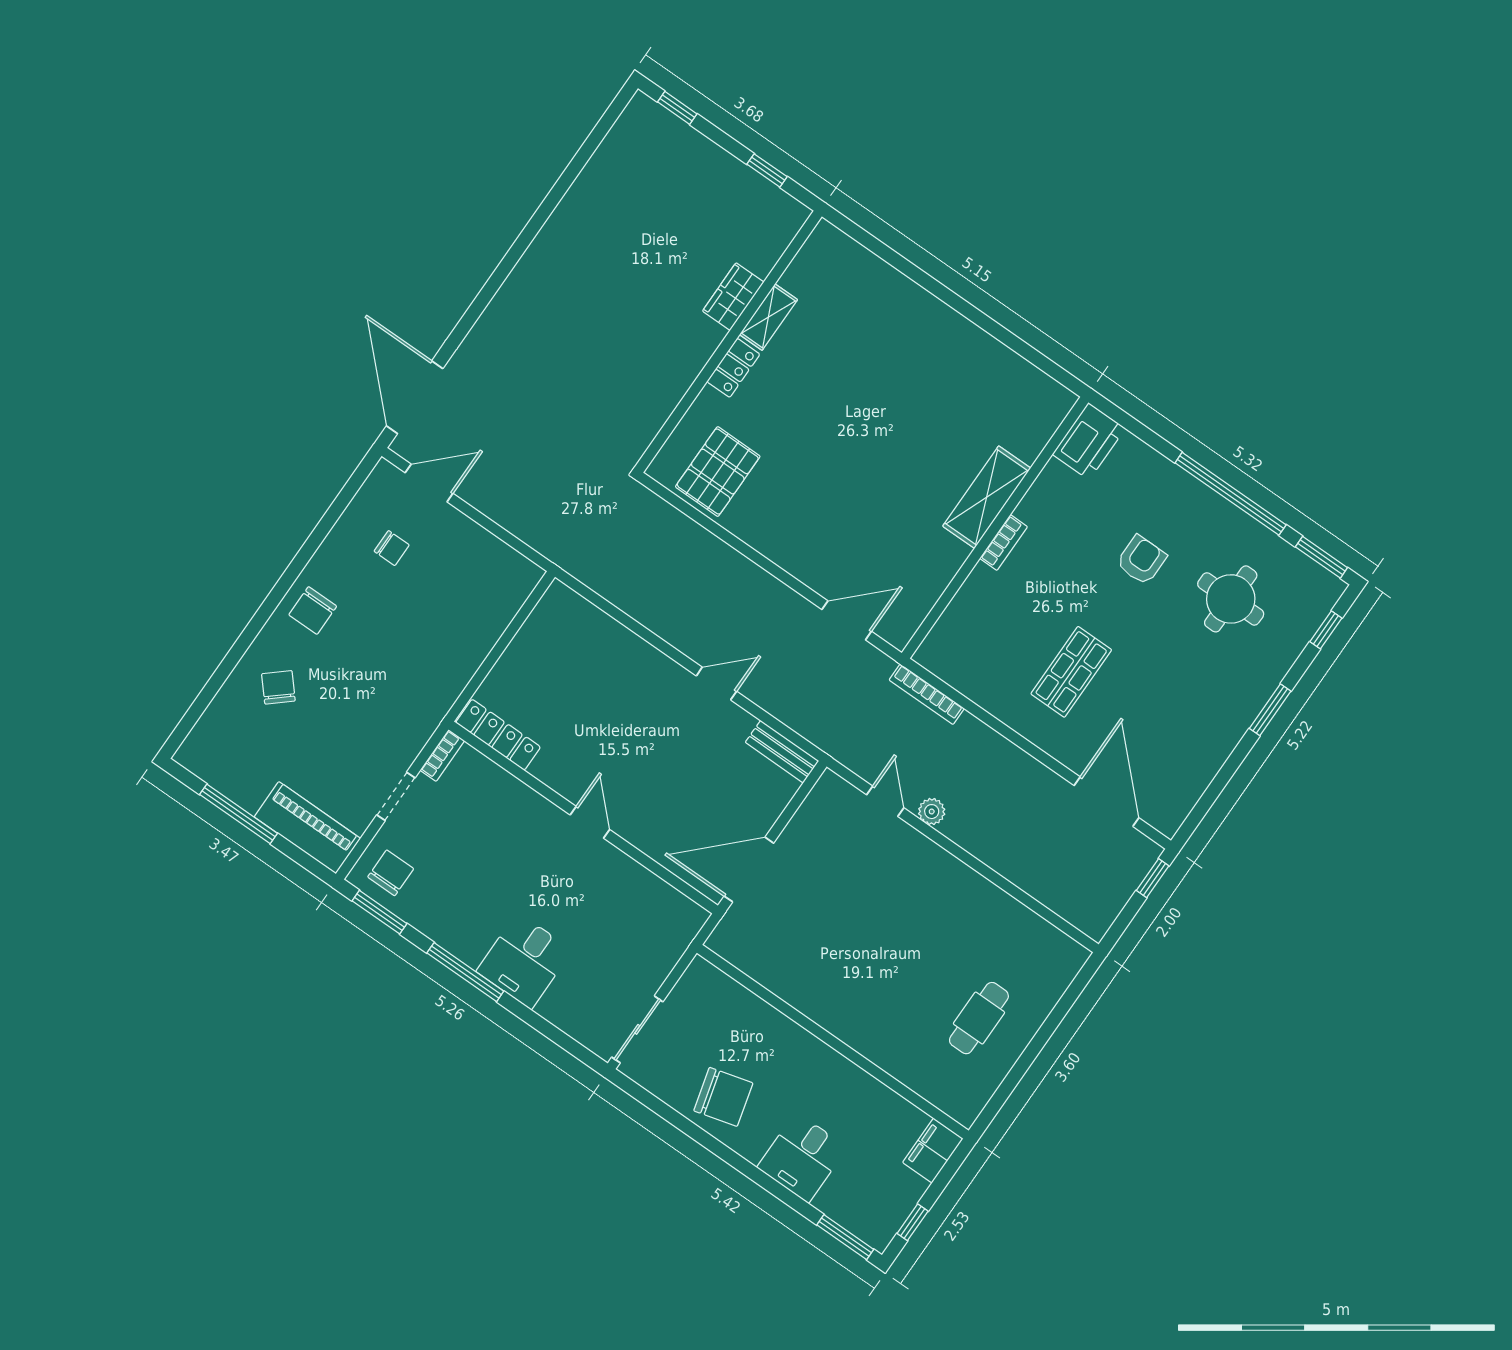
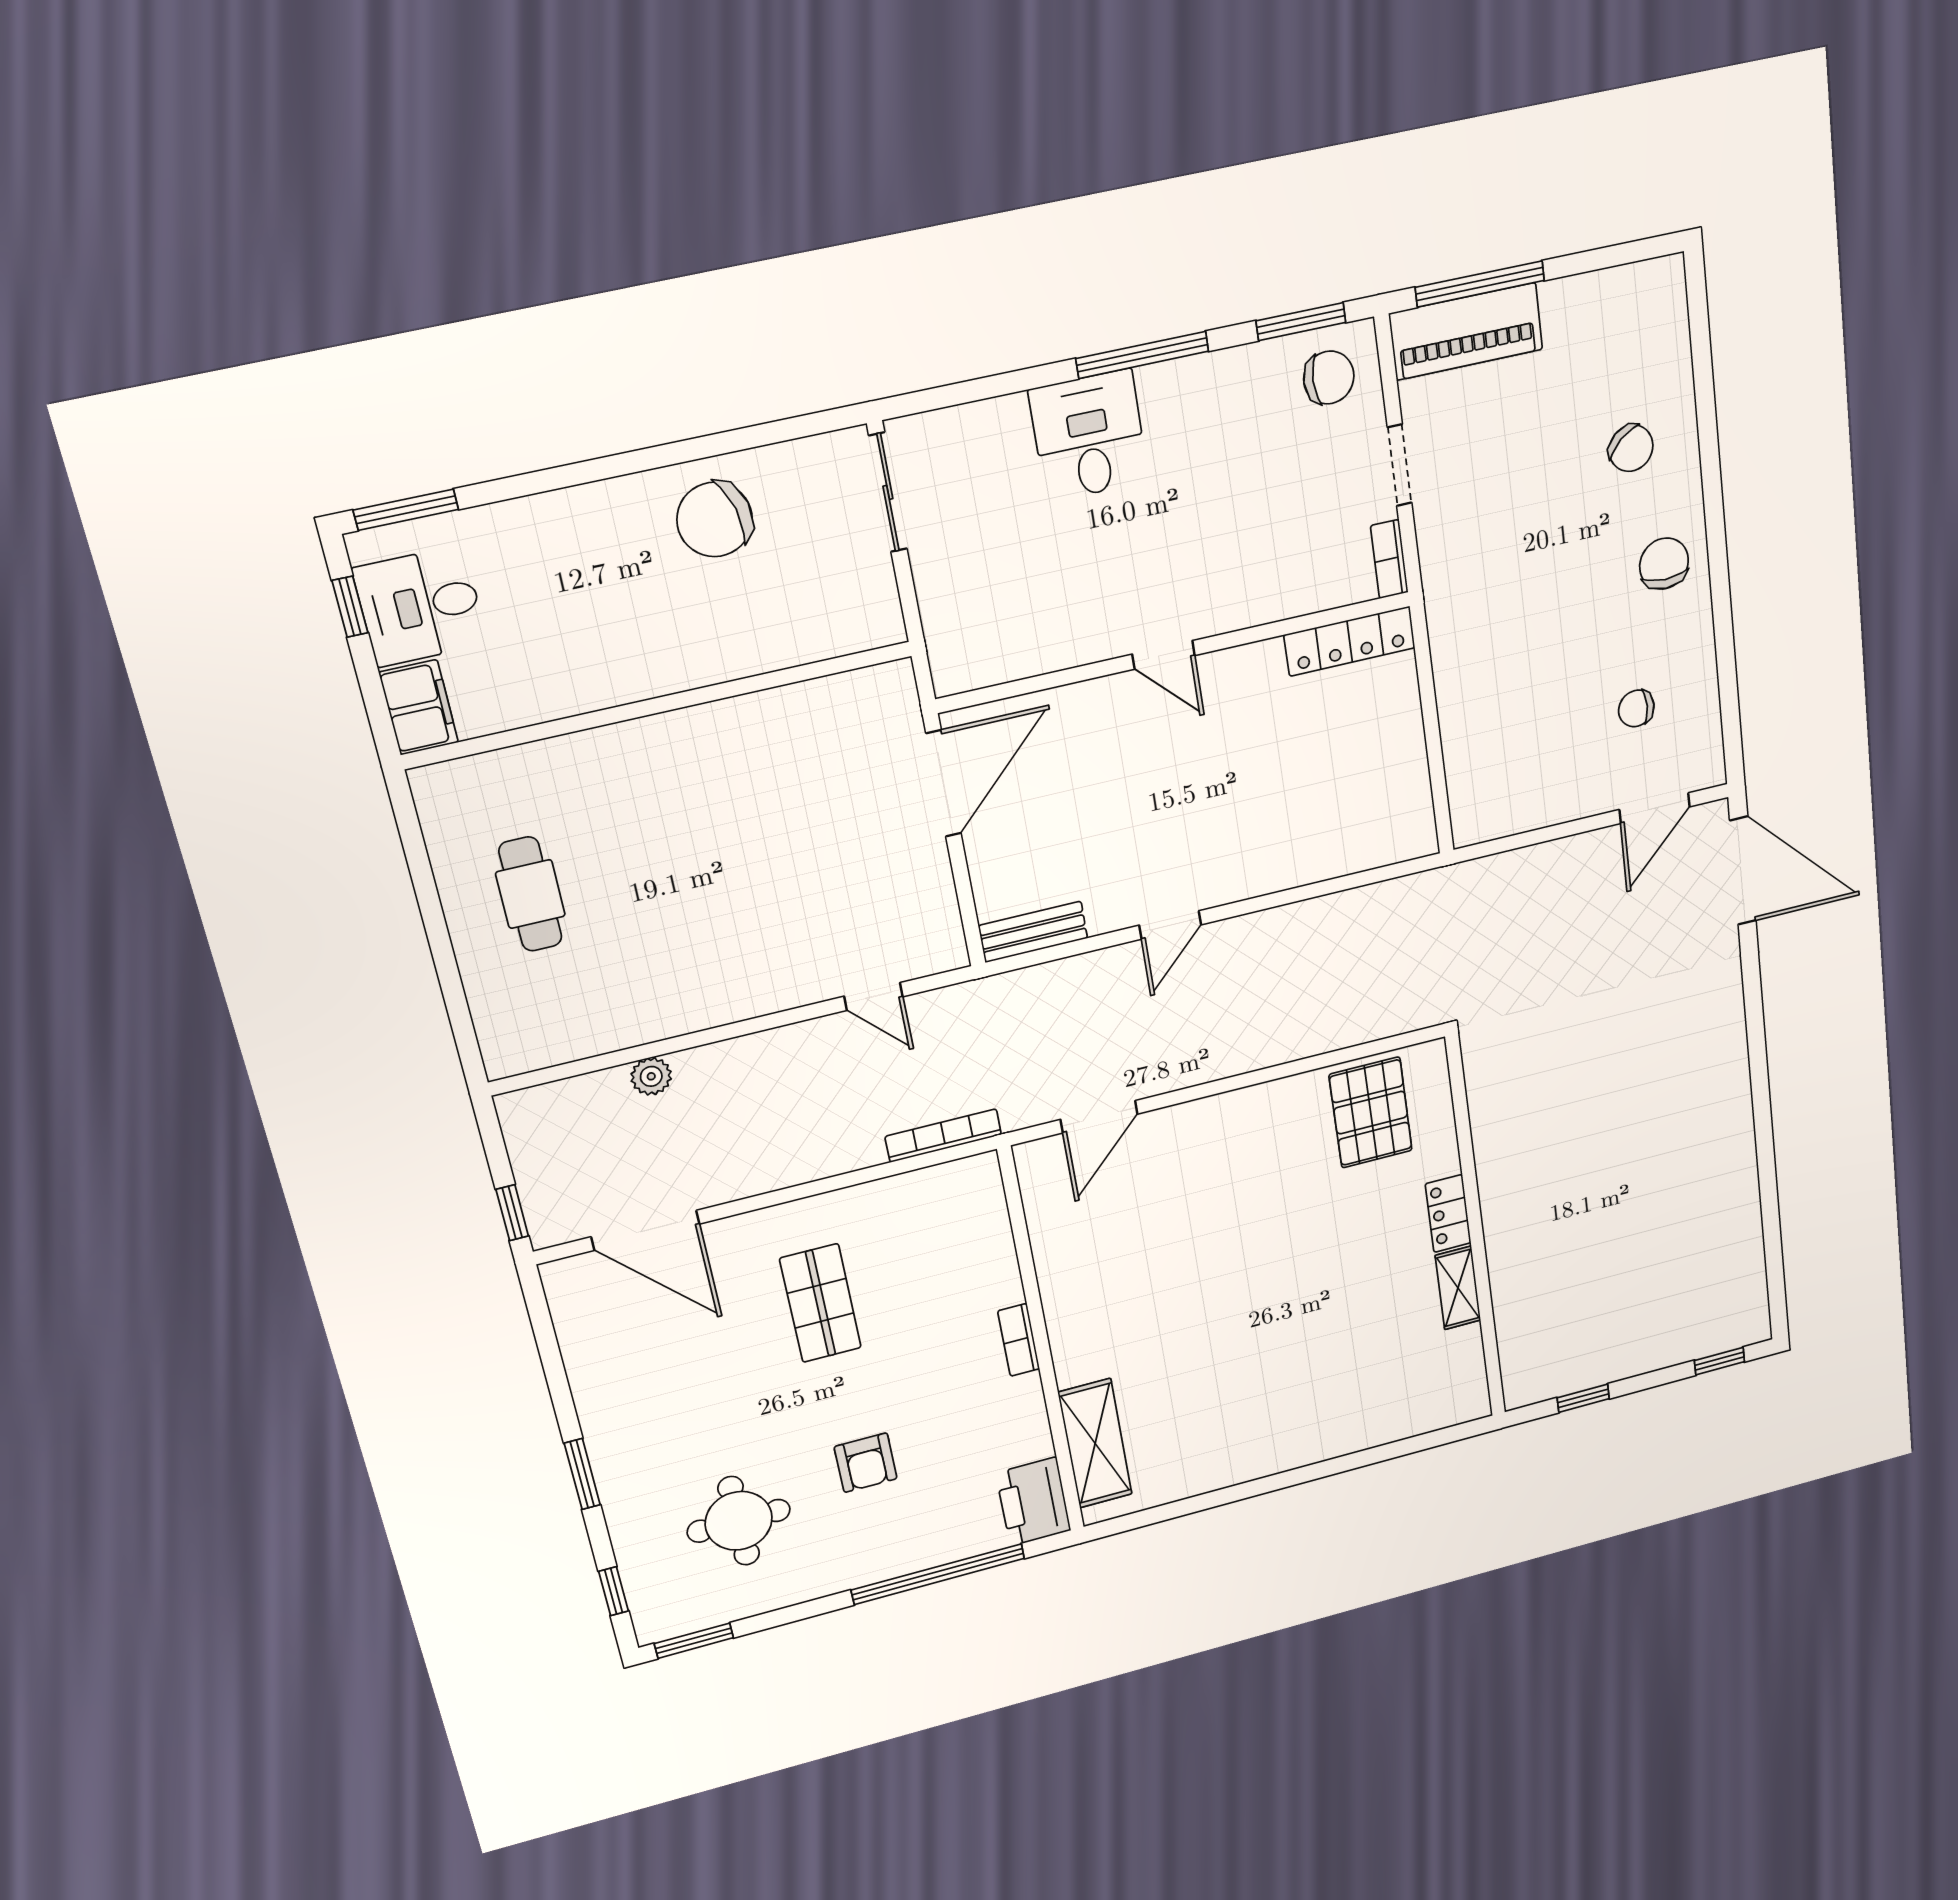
wardrobe: (733, 297) -> (1510, 1270), removed
window: (1231, 494) -> (938, 1574), moved
shelving: (987, 497) -> (1095, 1443), moved
plant: (932, 812) -> (651, 1076), moved
window: (239, 814) -> (1480, 284), moved
chair: (391, 873) -> (1329, 378), turned -90
desk: (802, 1157) -> (420, 606), moved, turned -90

